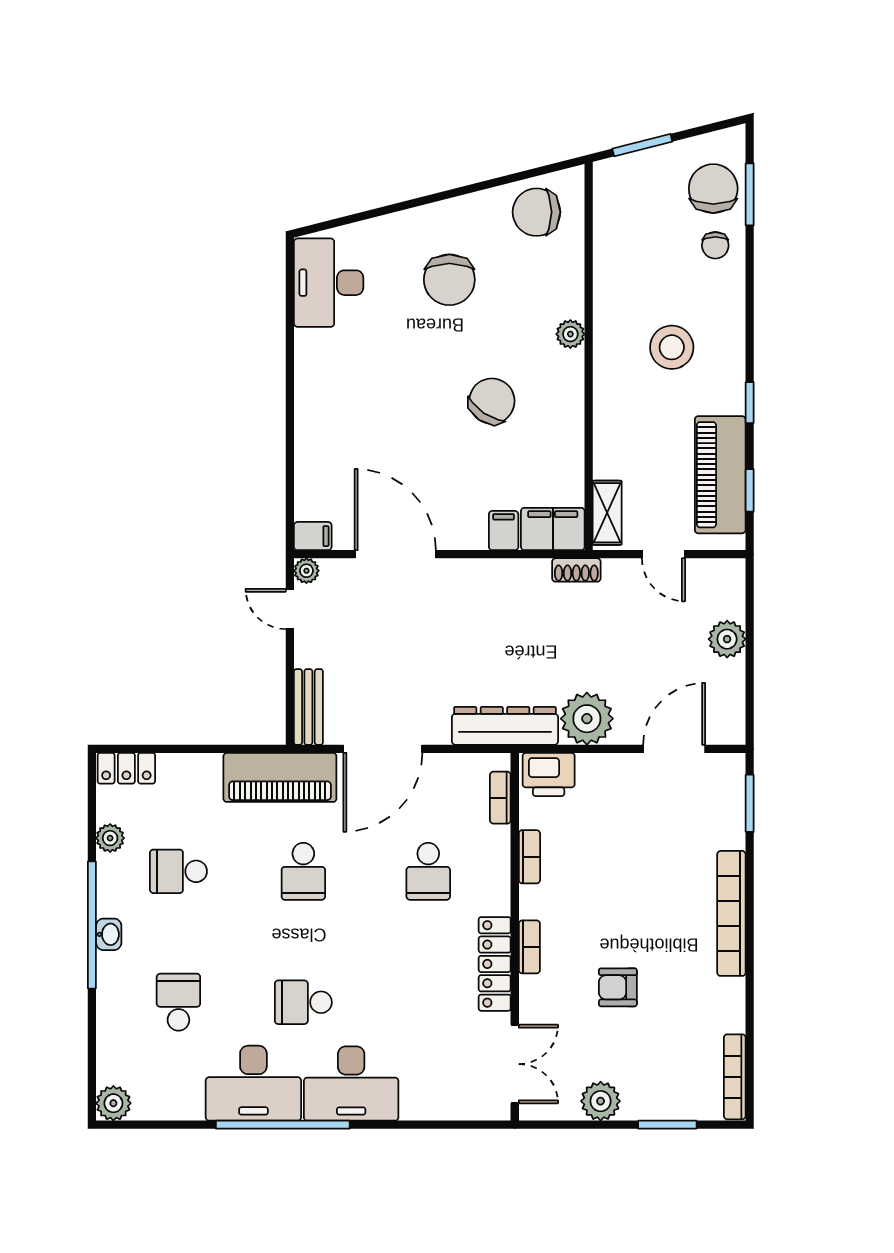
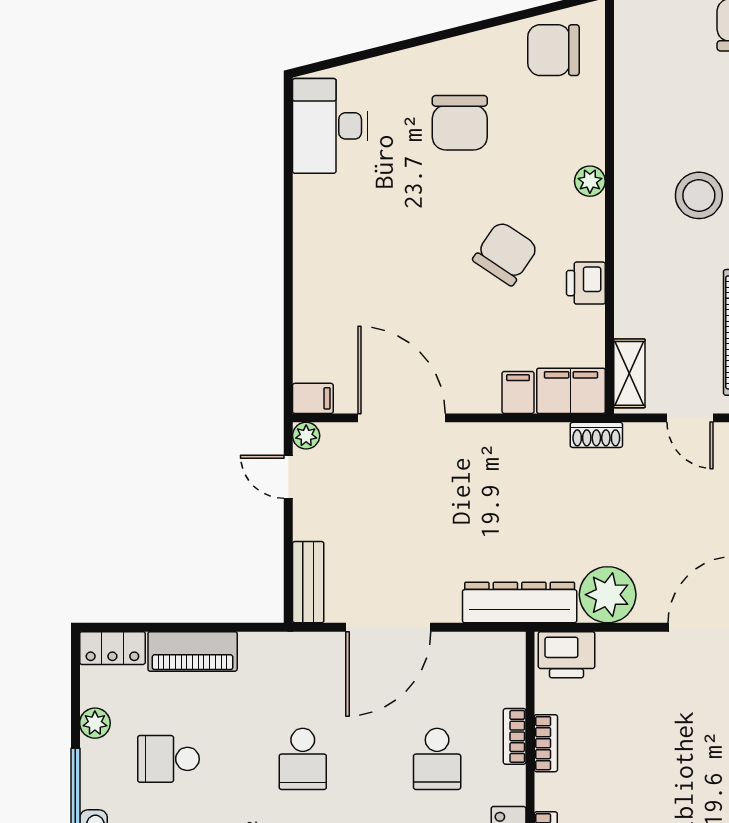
printer: (567, 429) -> (586, 283), added
piano: (280, 777) -> (193, 651), moved, width x0.73, depth x0.75
bookcase: (500, 798) -> (515, 736), moved

